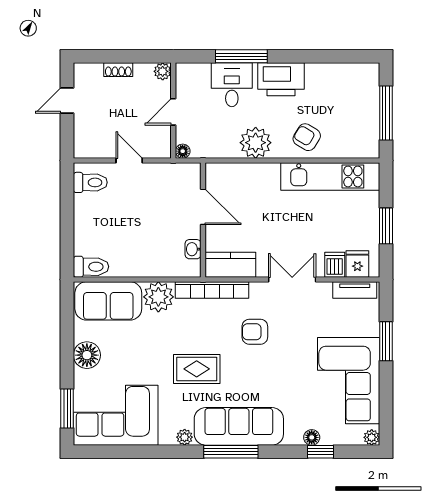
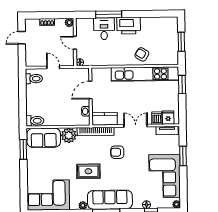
door: (173, 112) -> (75, 43), hinge flipped
window: (386, 113) -> (181, 42), width x0.69
plant: (256, 143) -> (116, 58), removed
kitchen unit: (330, 176) -> (145, 74), width x1.36
door: (203, 207) -> (91, 90), swing flipped
window: (386, 226) -> (182, 84), moved
floor lamp: (87, 355) -> (33, 165), removed
window: (67, 409) -> (23, 149), moved

